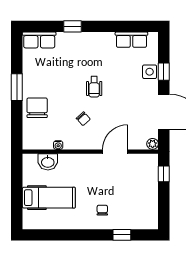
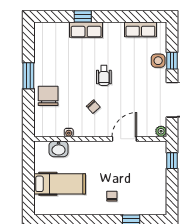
row of seats: (39, 40) -> (86, 30), moved

